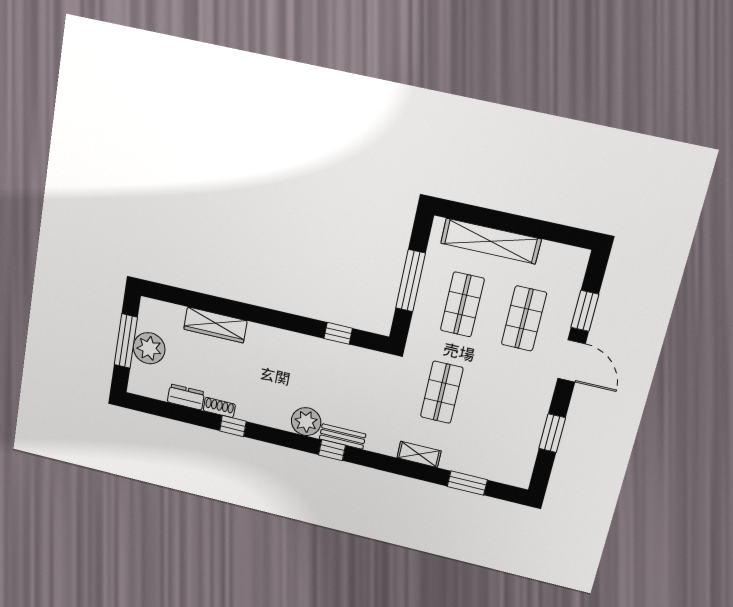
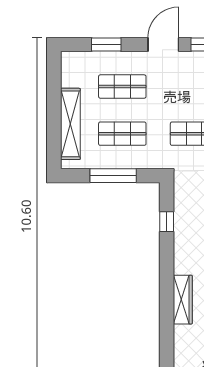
wardrobe: (215, 325) -> (183, 300), moved
door: (571, 361) -> (163, 45), moved

